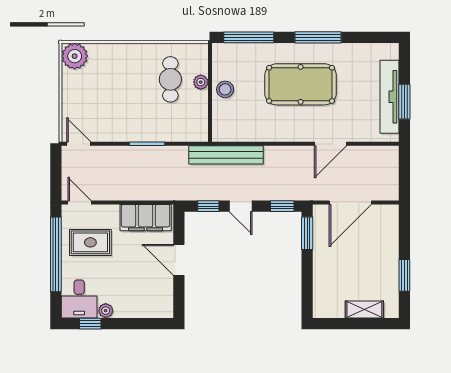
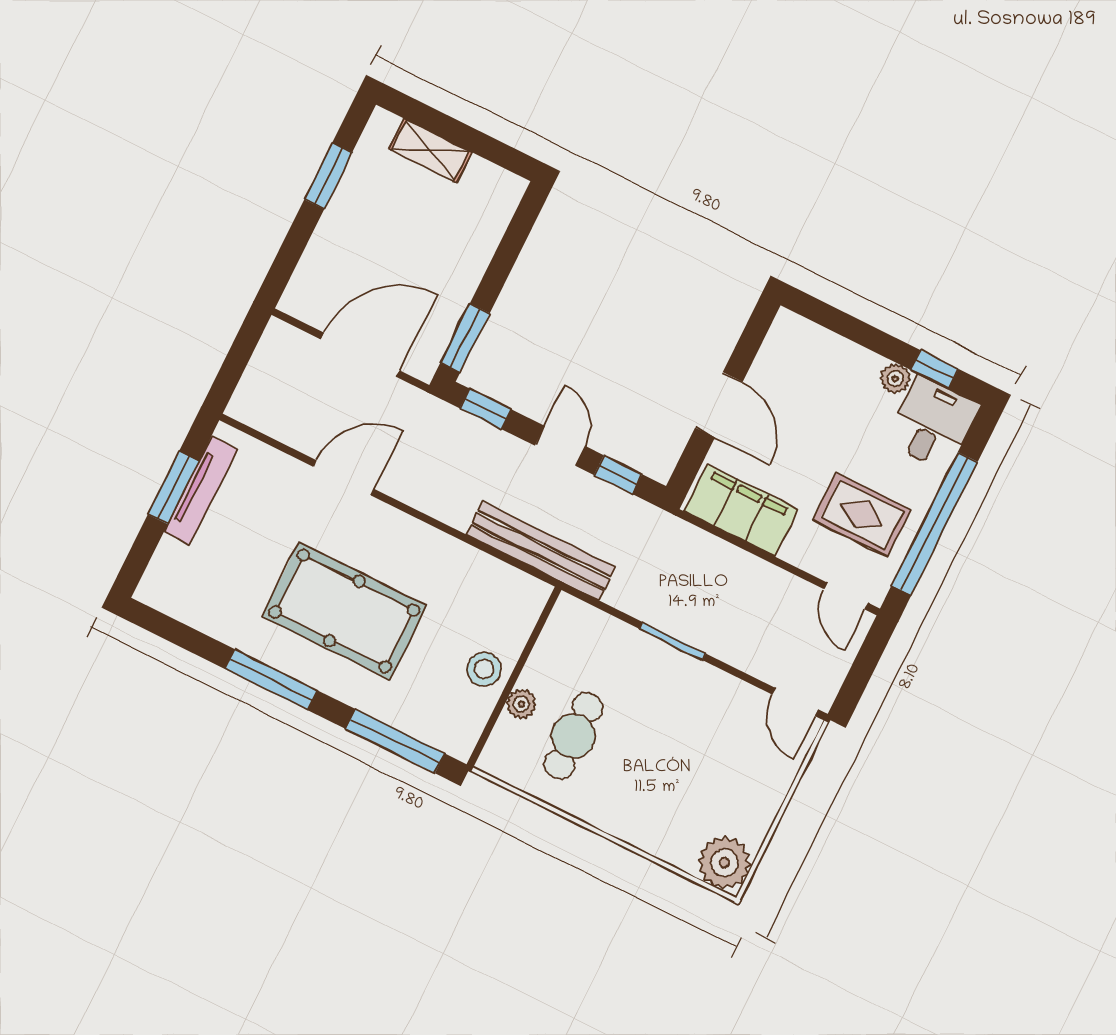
tv unit: (389, 97) -> (201, 490), width x0.73, depth x0.78

